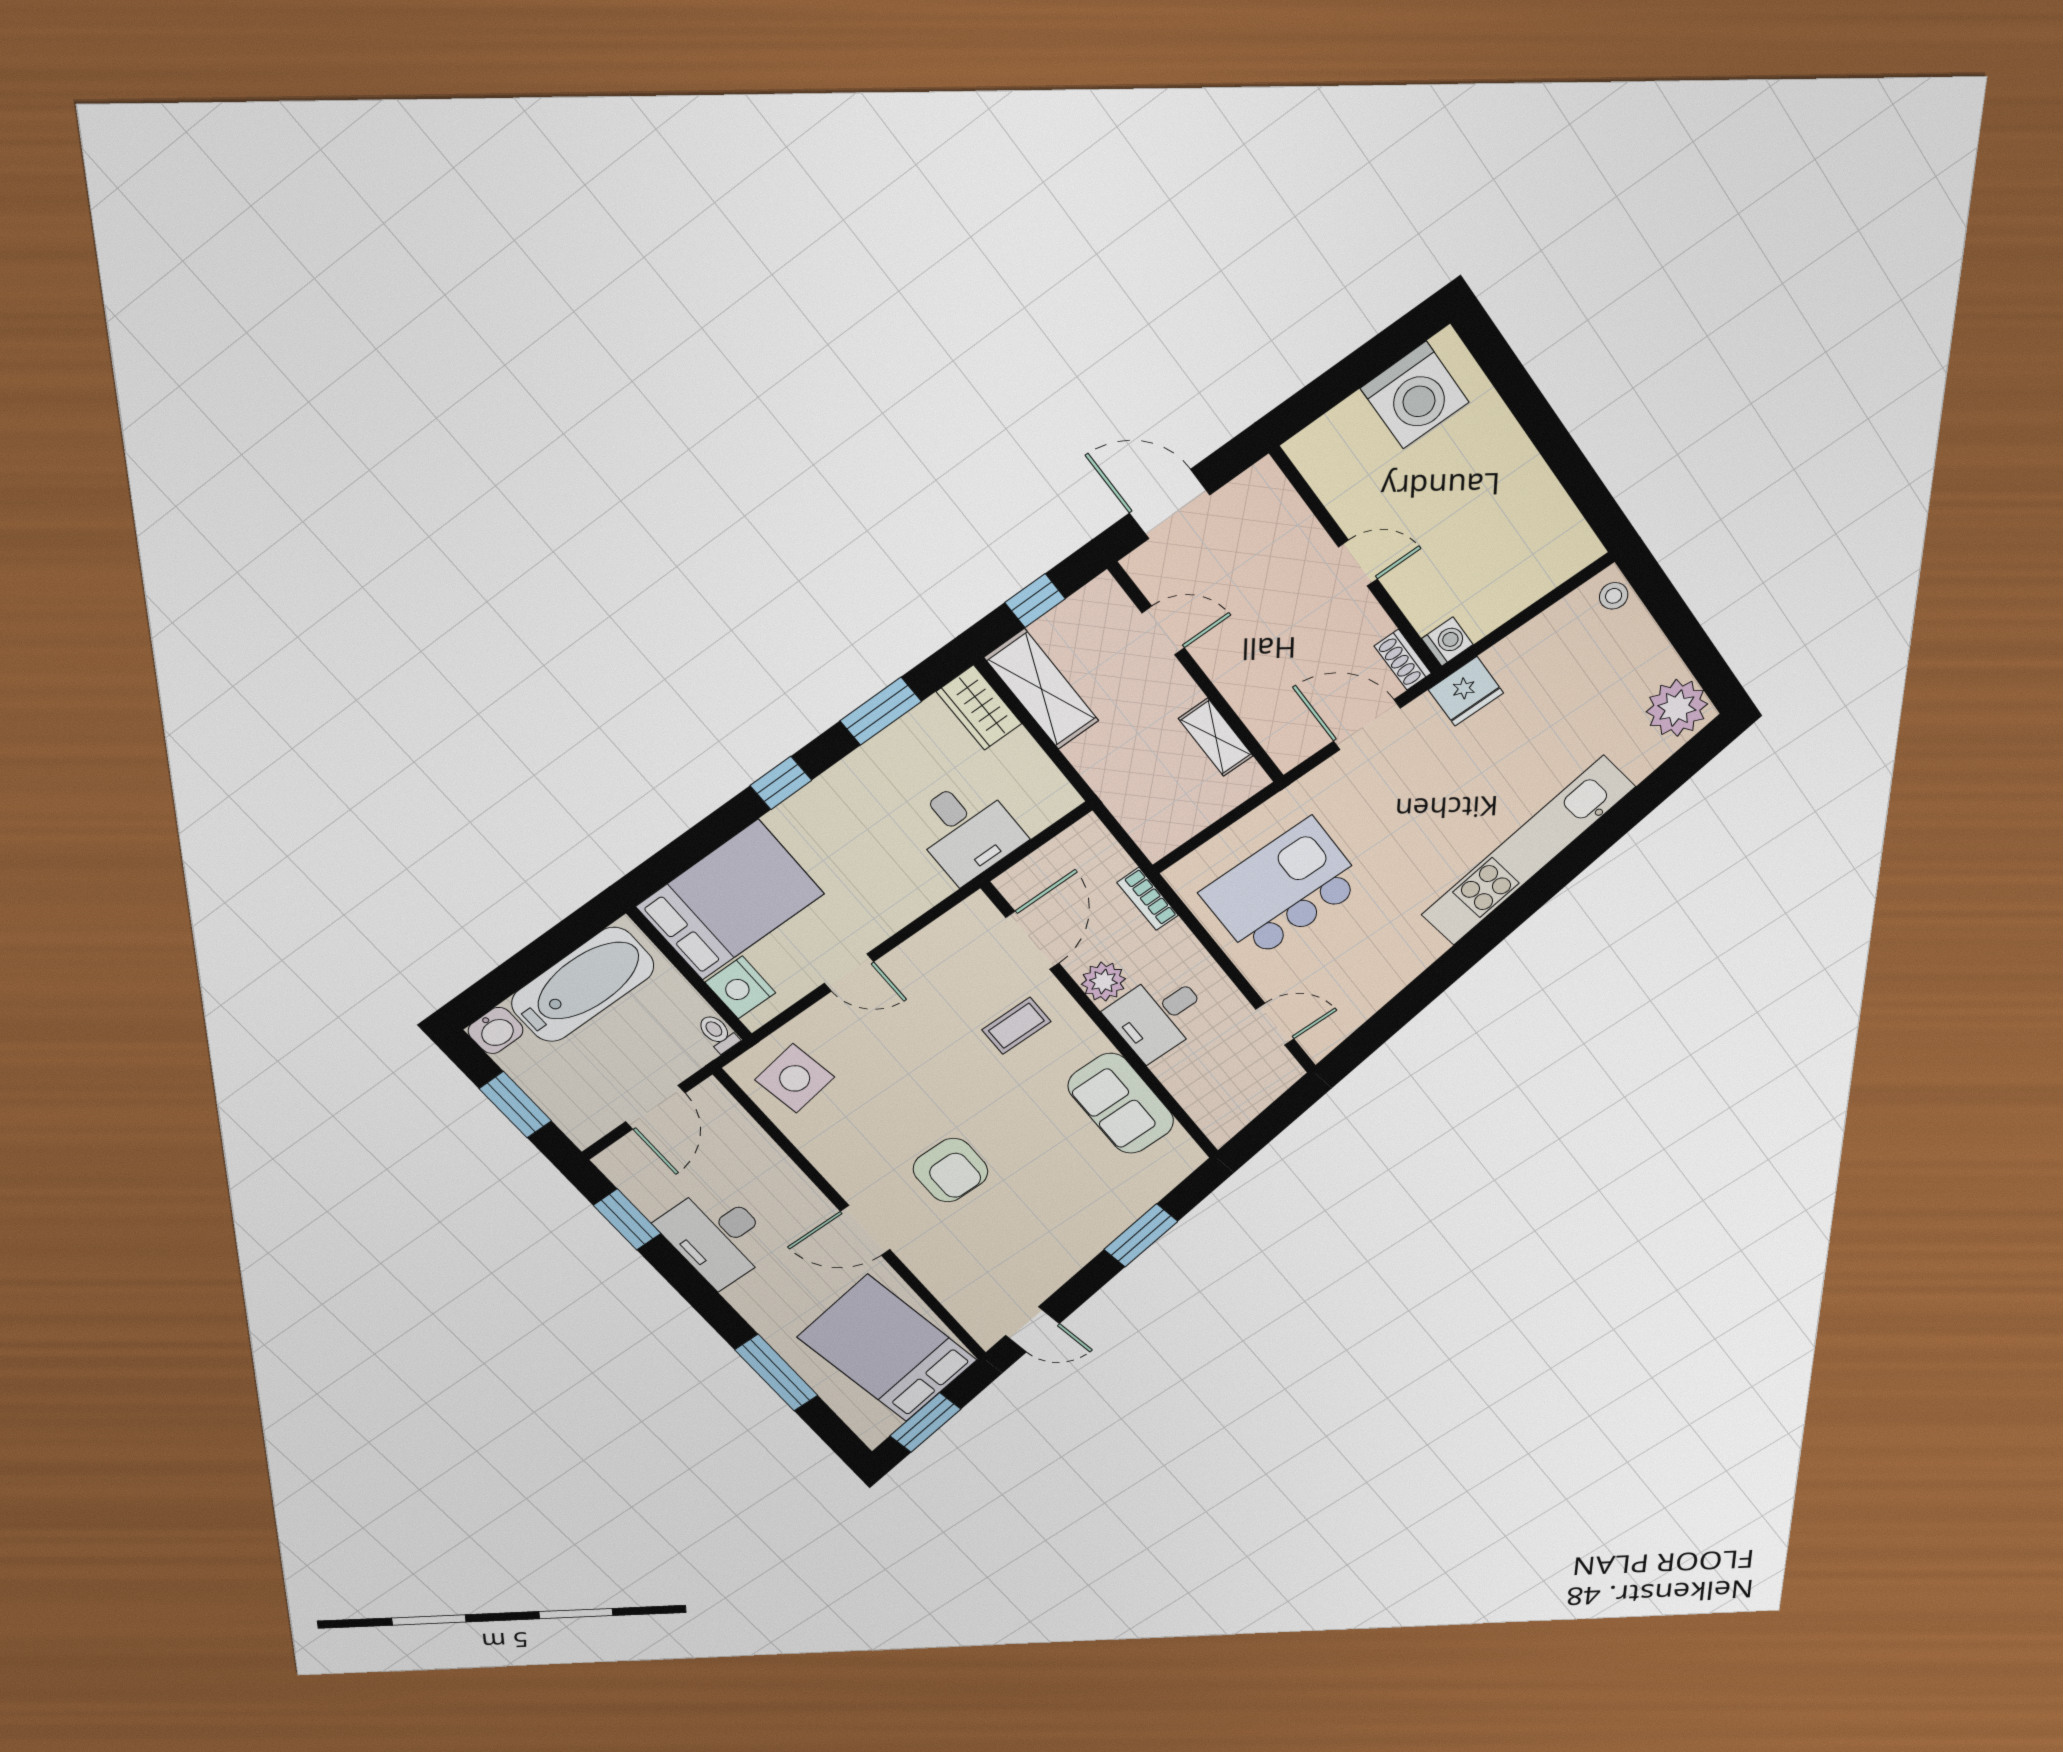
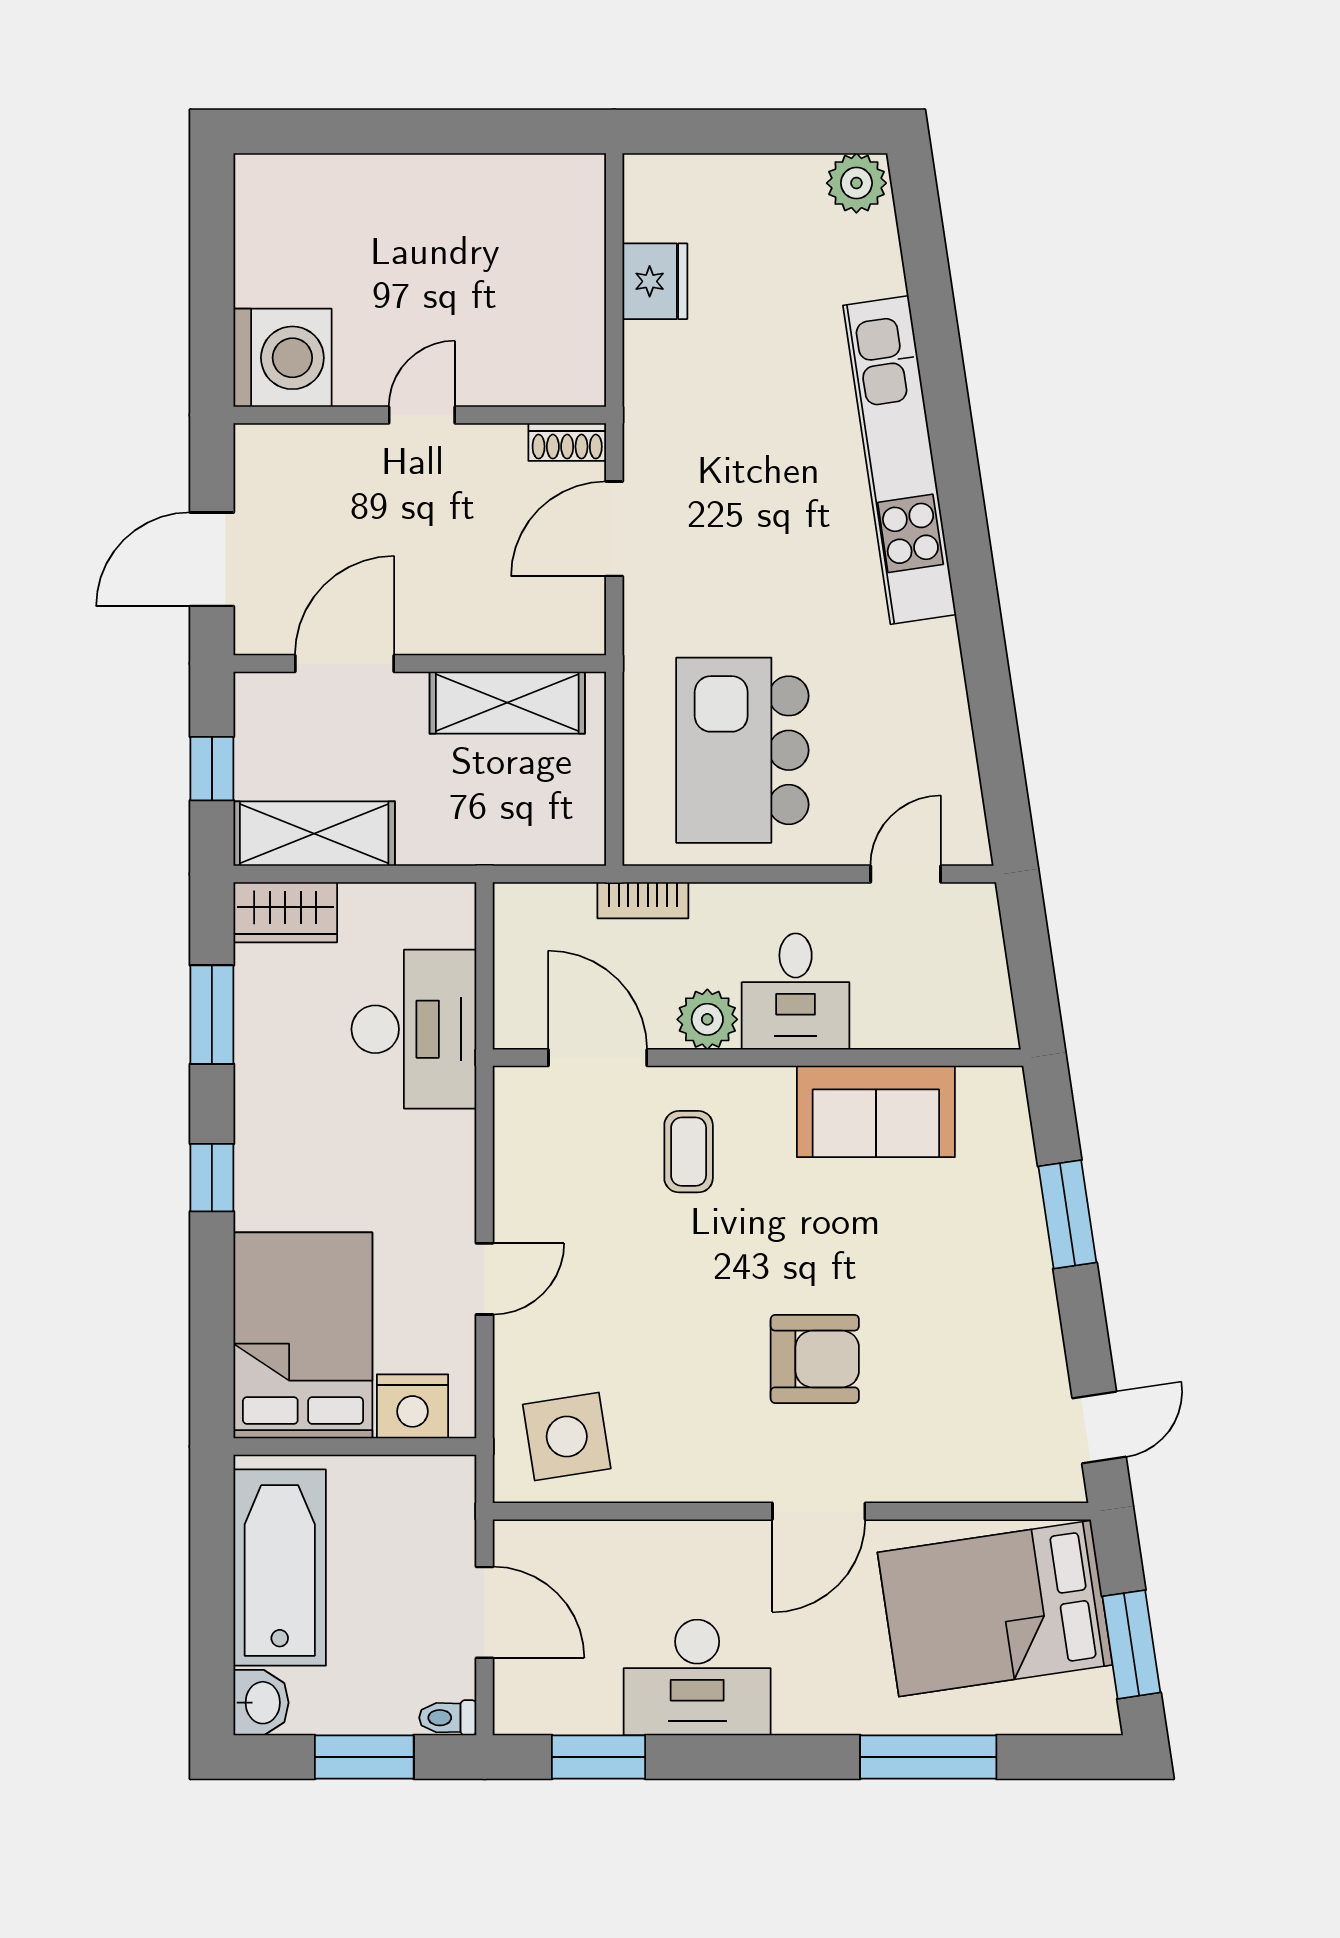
washing machine: (1415, 395) -> (283, 358), moved
stool: (1614, 596) -> (661, 179), removed
door: (1163, 630) -> (345, 663), width x1.38
washing machine: (1447, 642) -> (582, 383), removed
fridge: (1466, 691) -> (655, 281), moved
plant: (1677, 708) -> (856, 183), width x0.73, depth x0.73
shelving: (1216, 737) -> (507, 703), width x1.50, depth x1.33
desk: (967, 830) -> (414, 1029), width x1.37
toilet: (718, 1033) -> (448, 1718), moved

